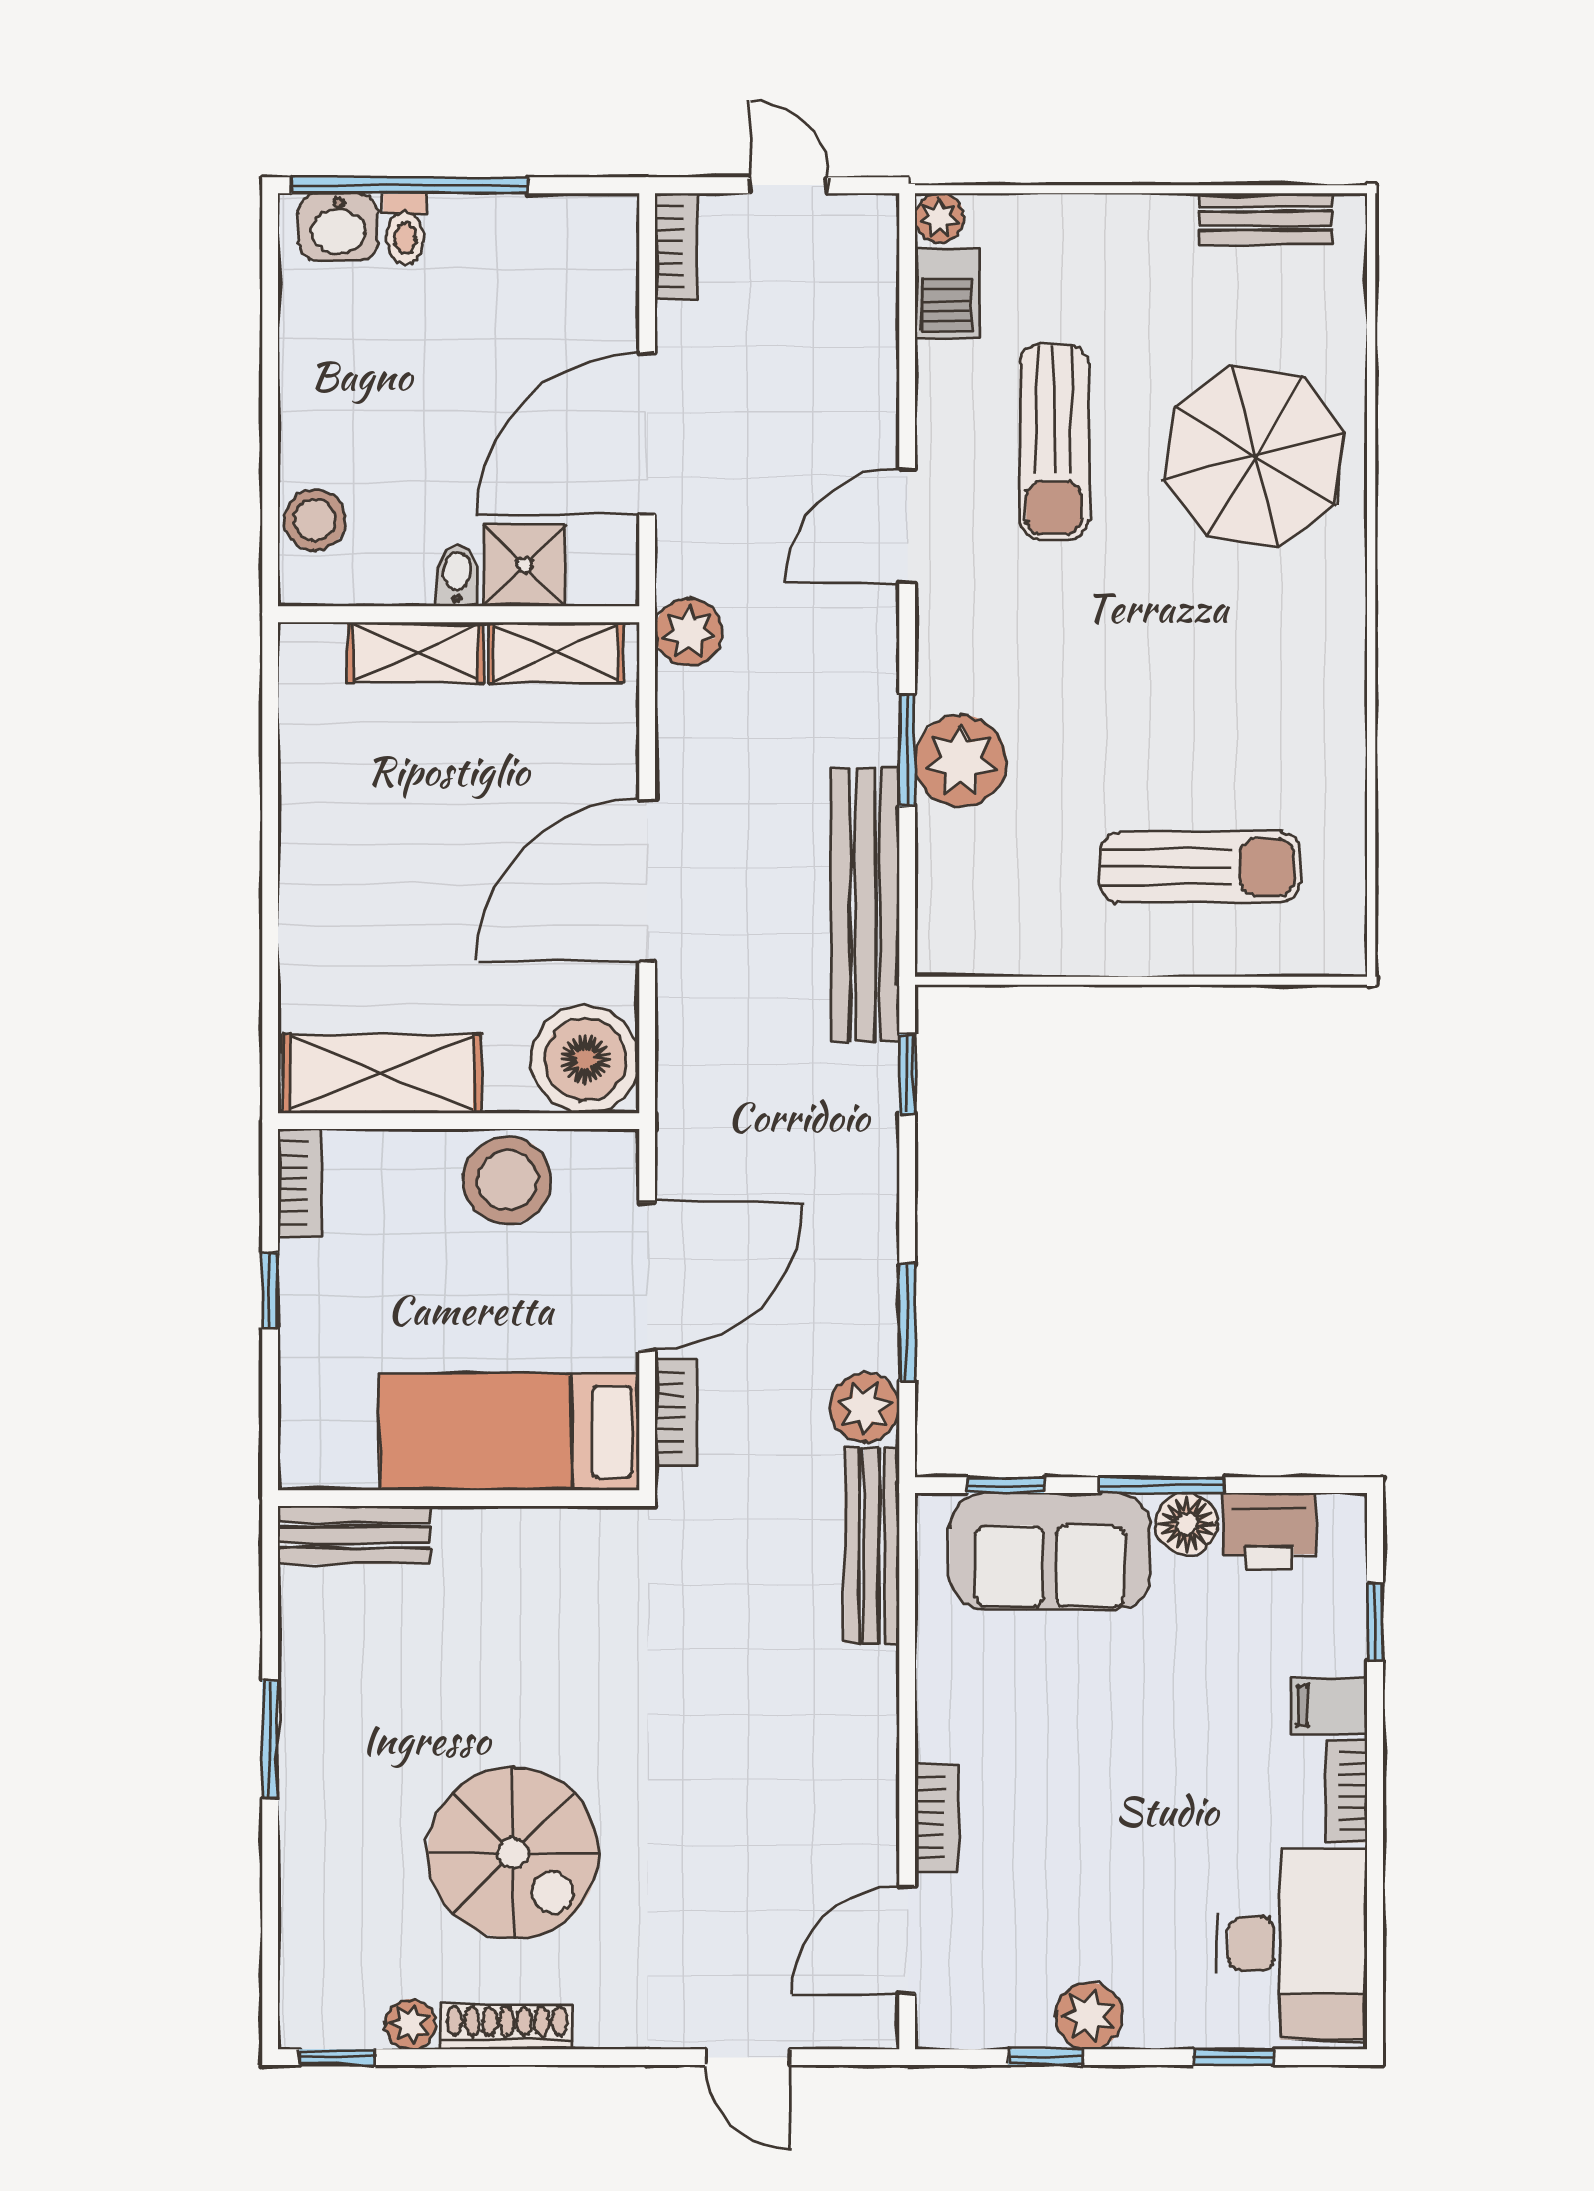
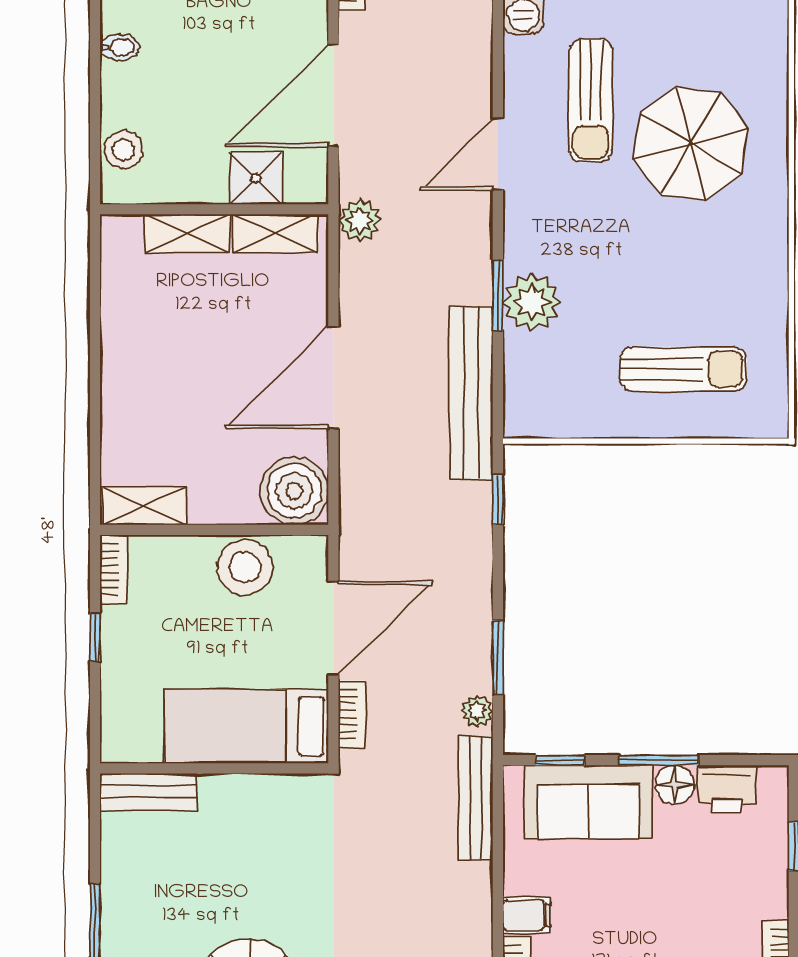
parasol: (1255, 457) -> (691, 144), moved
bidet: (457, 575) -> (119, 47), moved, turned 90
shelving: (382, 1074) -> (145, 506), width x0.67, depth x0.75
plant: (865, 1408) -> (477, 711), width x0.73, depth x0.73
filing cabinet: (1329, 1706) -> (527, 915), moved, turned 180

